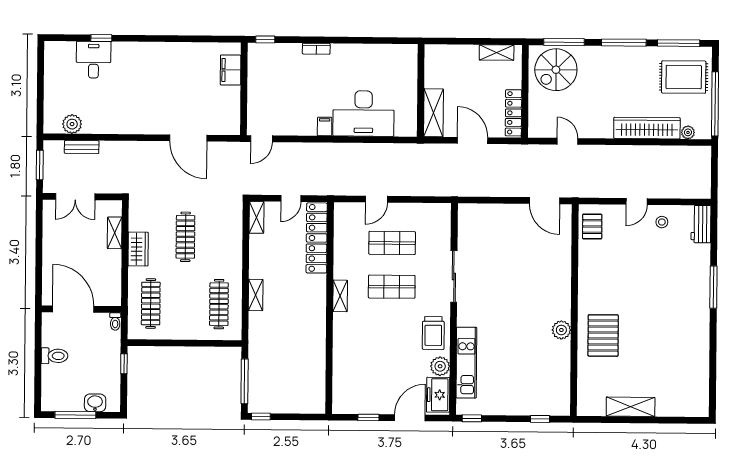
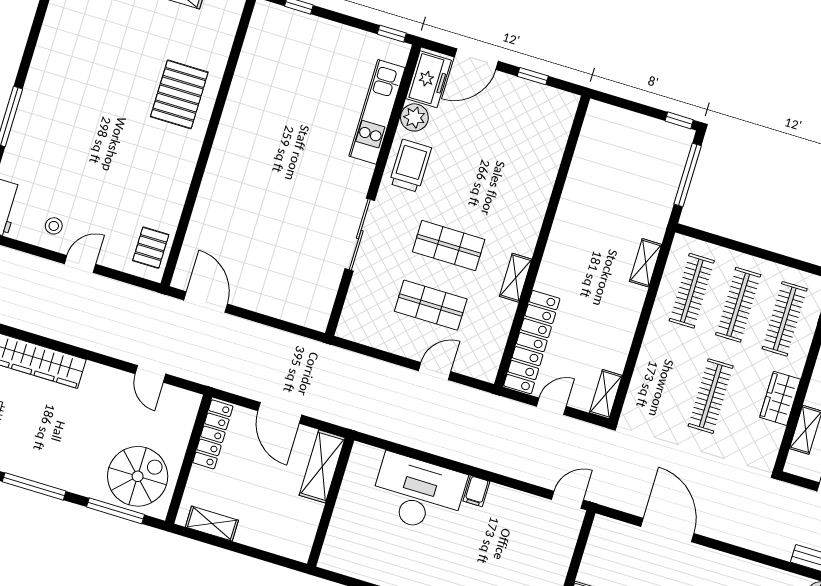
shelving: (256, 295) -> (646, 263), moved
shelving: (340, 296) -> (516, 278), moved
clothes rail: (185, 304) -> (738, 305), added
plant: (561, 330) -> (234, 119), removed

